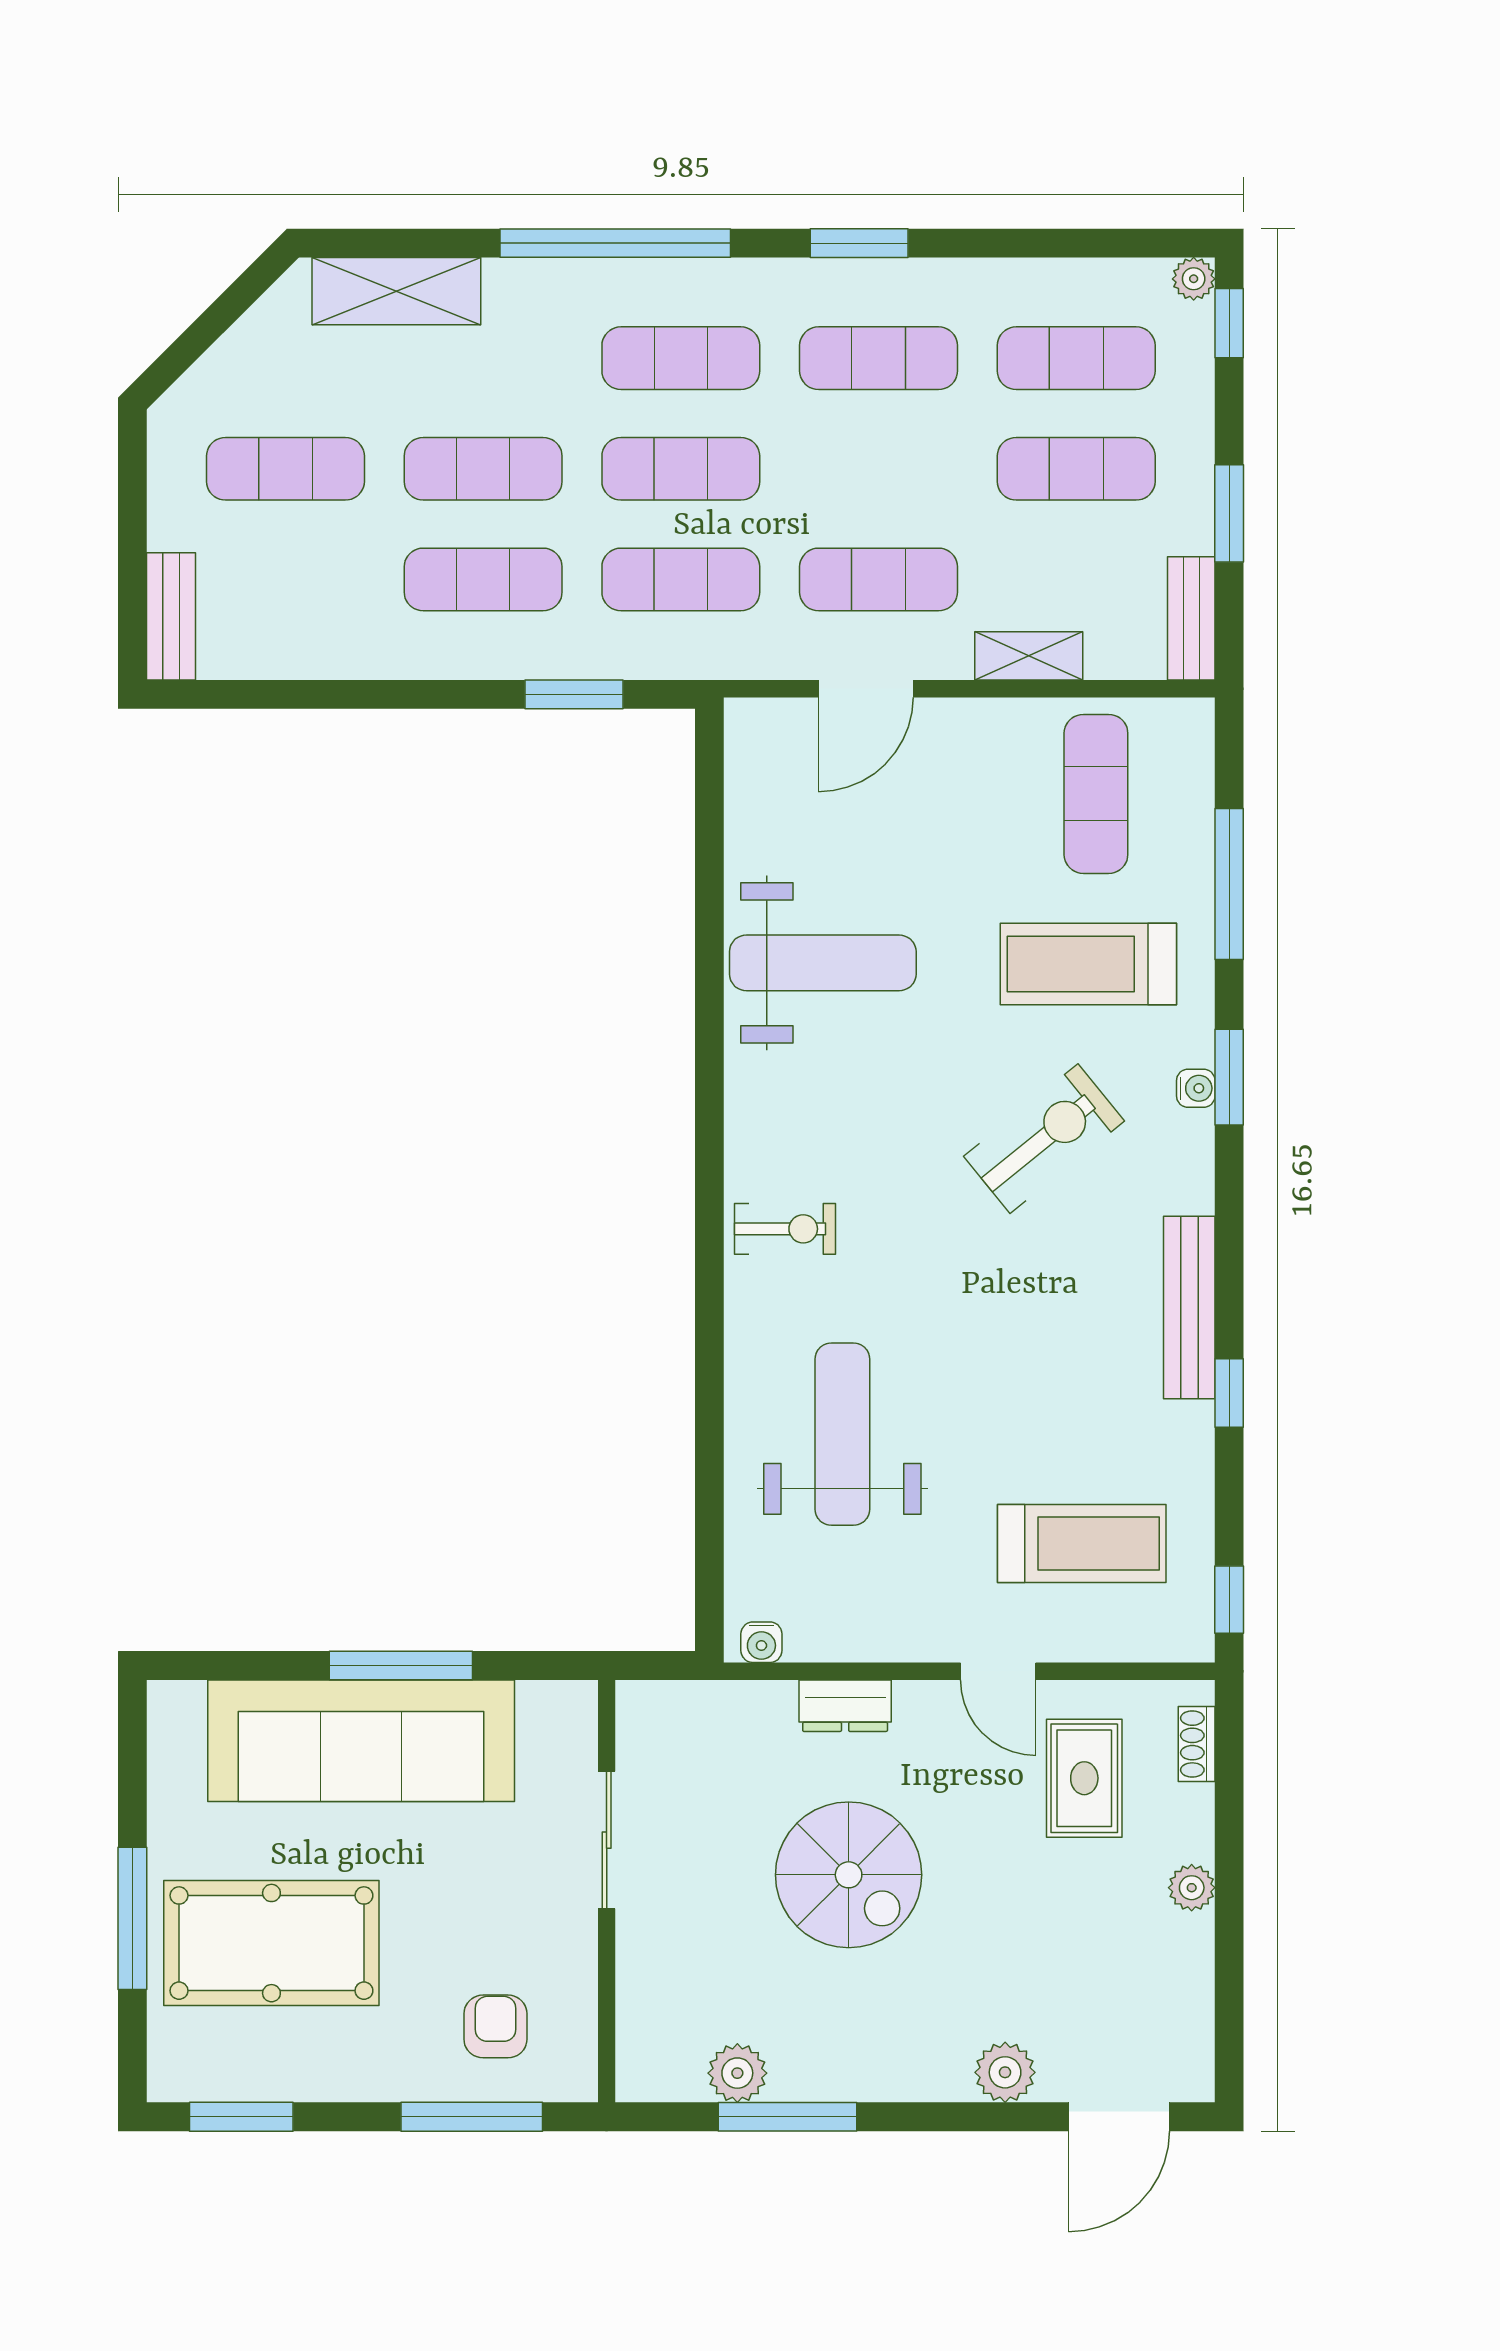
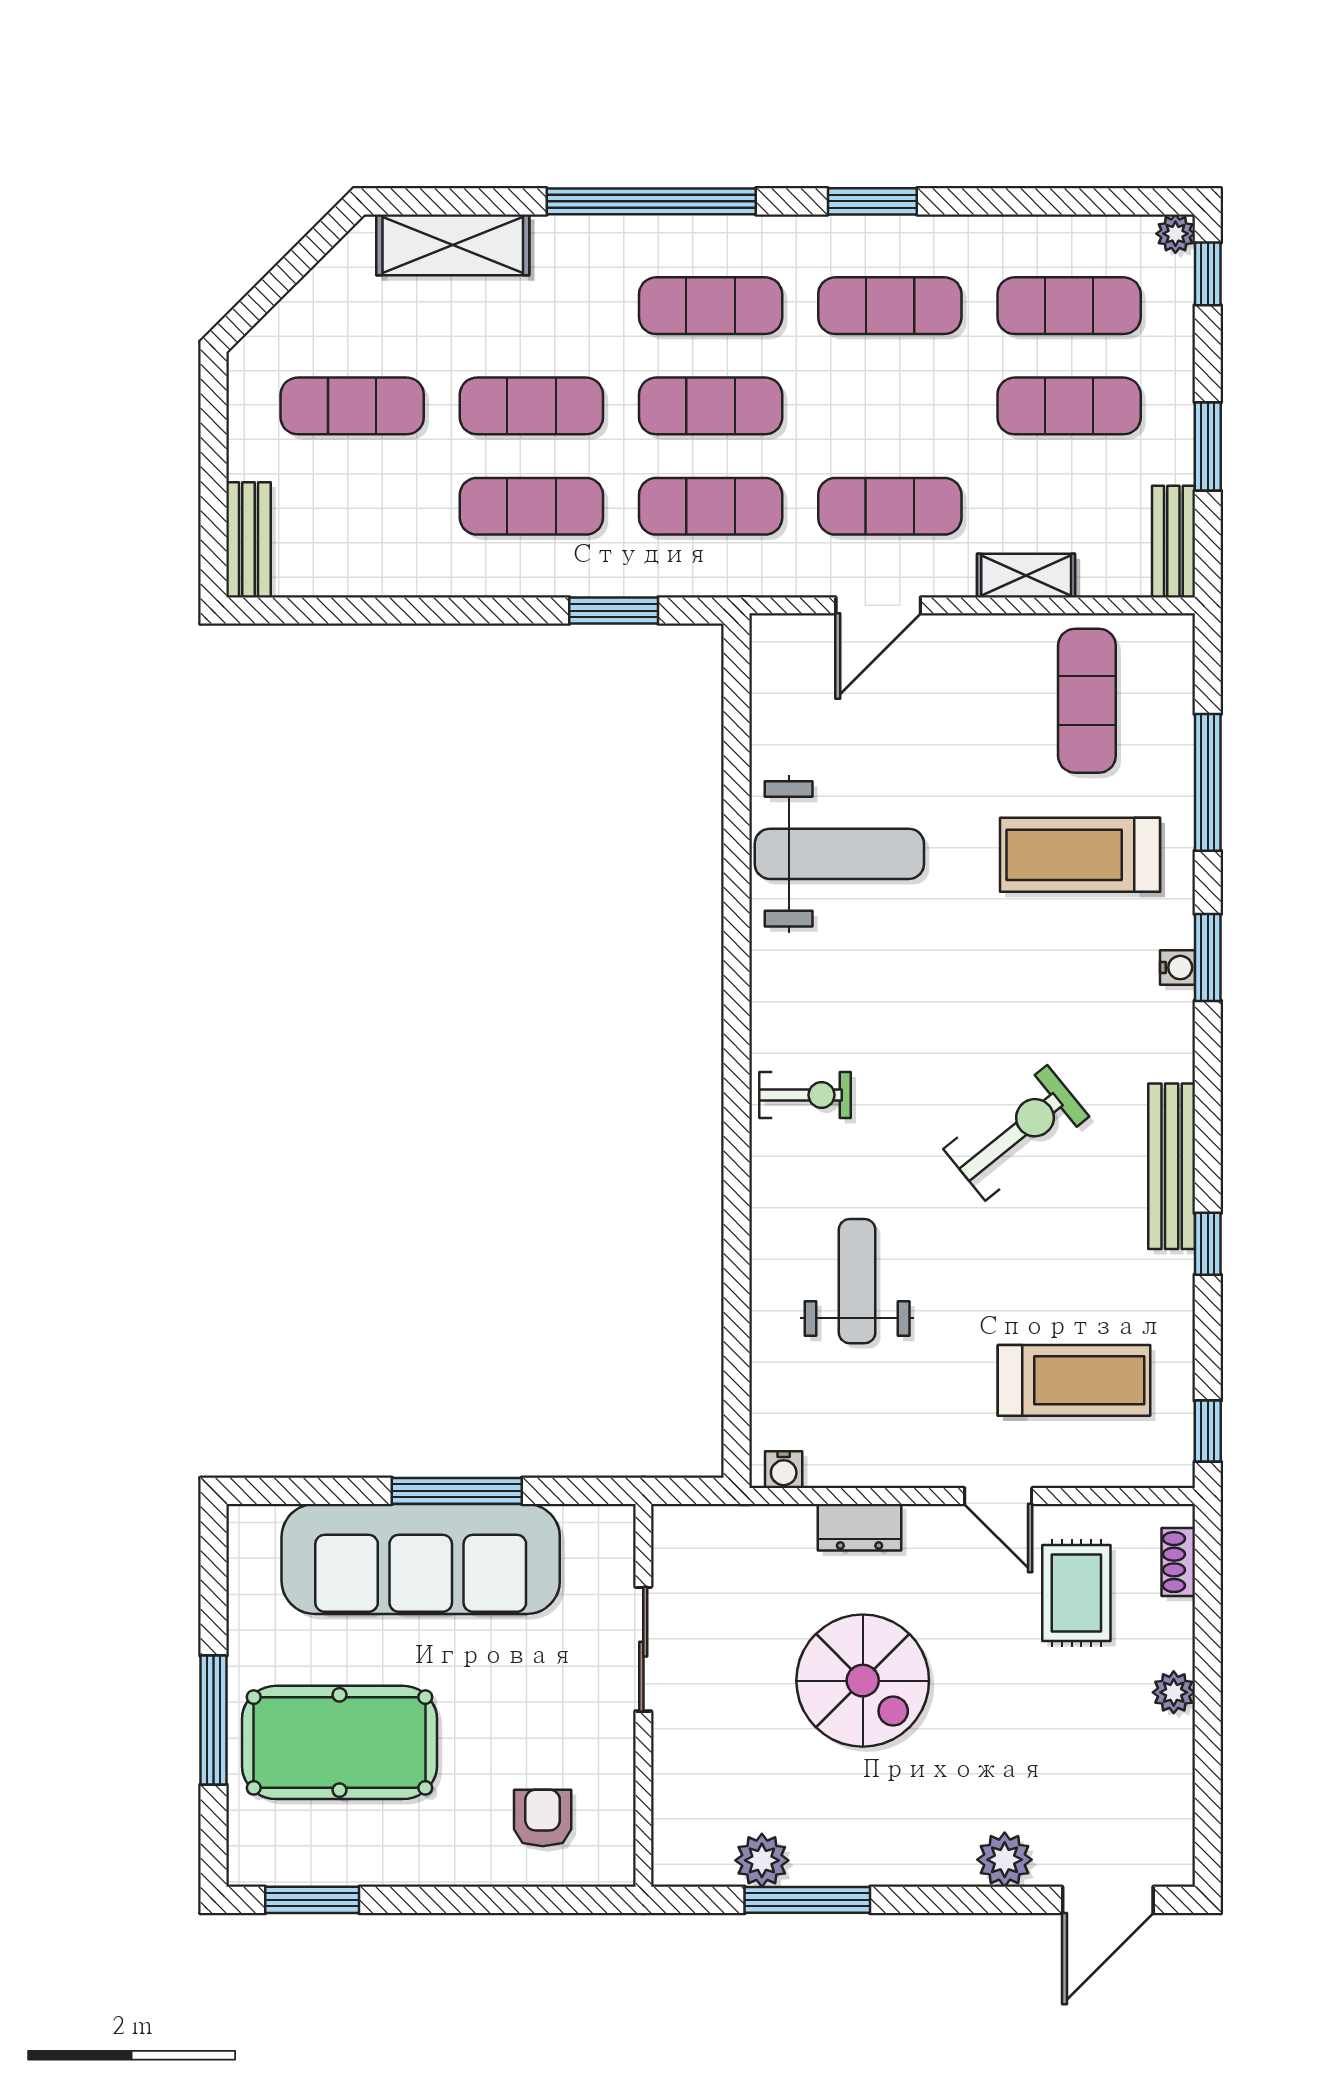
exercise bike: (1044, 1139) -> (1016, 1133), moved
weight bench: (842, 1434) -> (857, 1281), width x0.73, depth x0.75
window: (472, 2117) -> (521, 1900), removed

